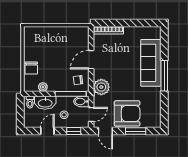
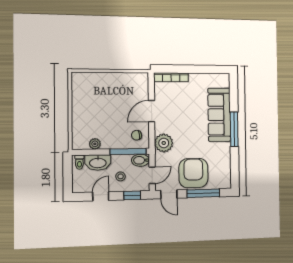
chair: (31, 68) -> (81, 121), removed
armchair: (127, 113) -> (193, 173), turned -90
window: (136, 131) -> (203, 193), width x1.44

